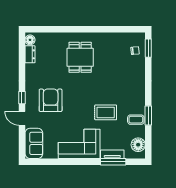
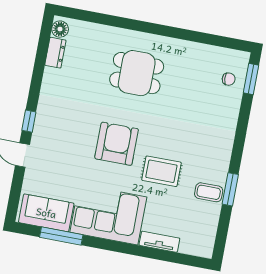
dining table: (80, 57) -> (137, 73), turned 90
armchair: (51, 100) -> (117, 144), moved
sofa: (34, 143) -> (46, 213), moved, turned -90
floor lamp: (138, 145) -> (205, 234), removed
window: (113, 162) -> (61, 236), moved

